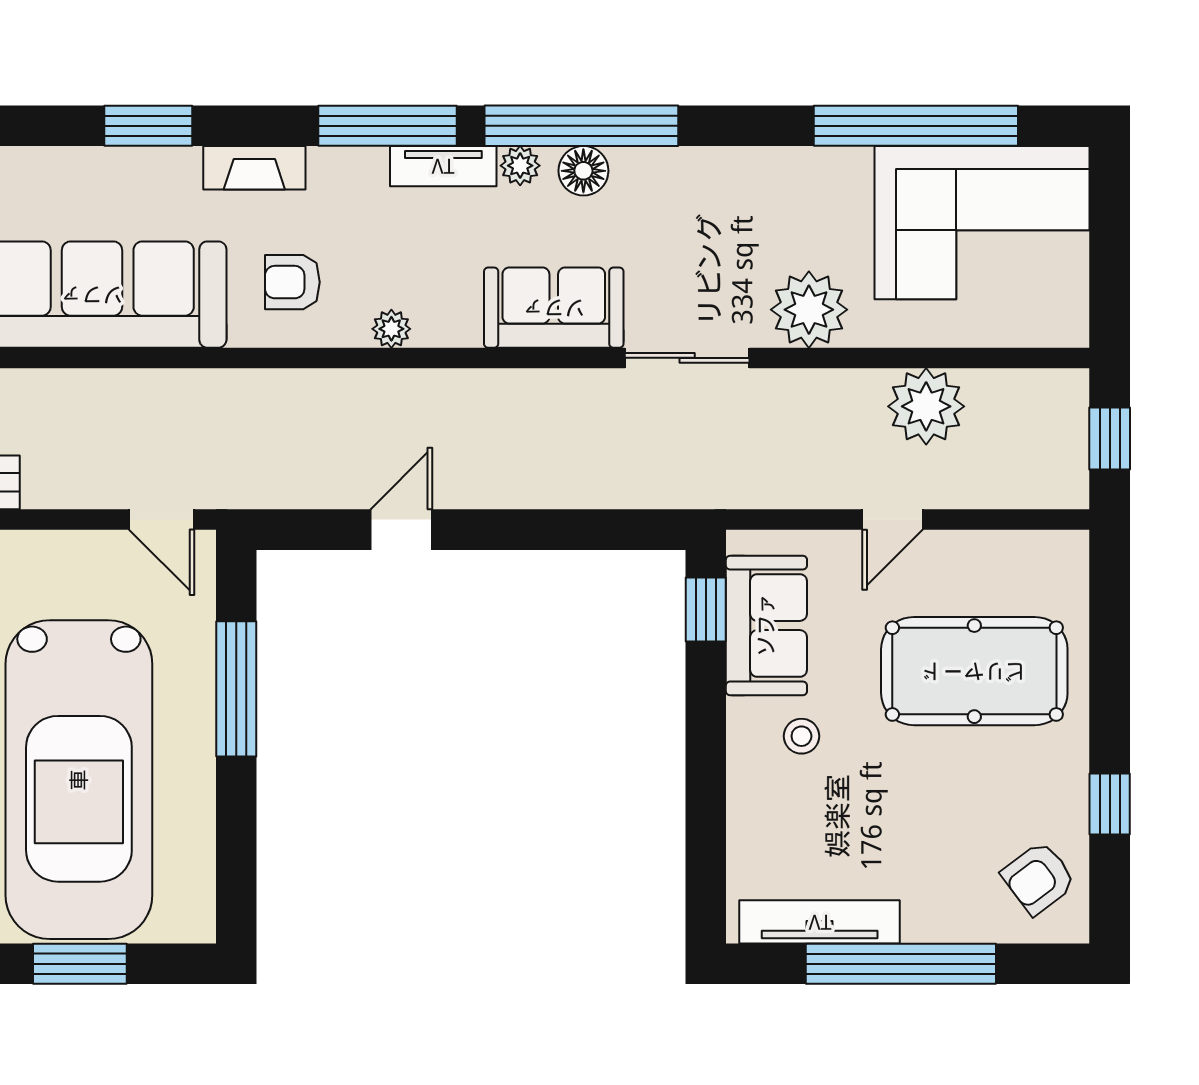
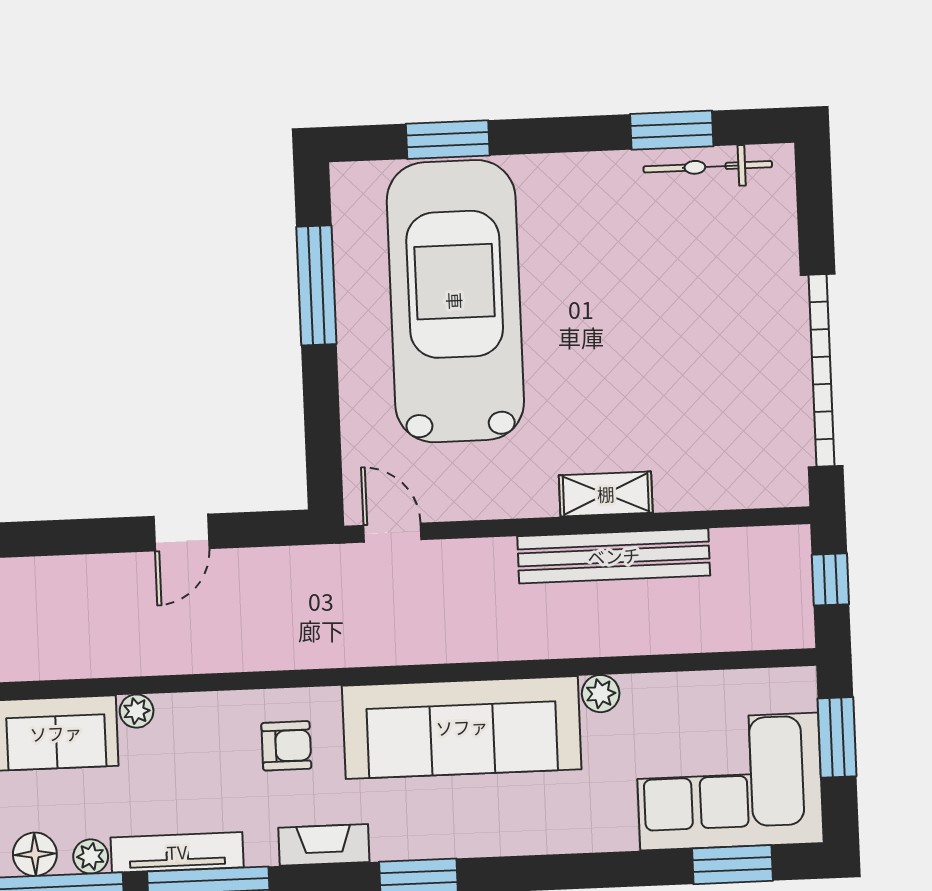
tv unit: (443, 166) -> (177, 852), width x1.41
plant: (391, 329) -> (137, 711), moved
window: (236, 689) -> (316, 285), moved

